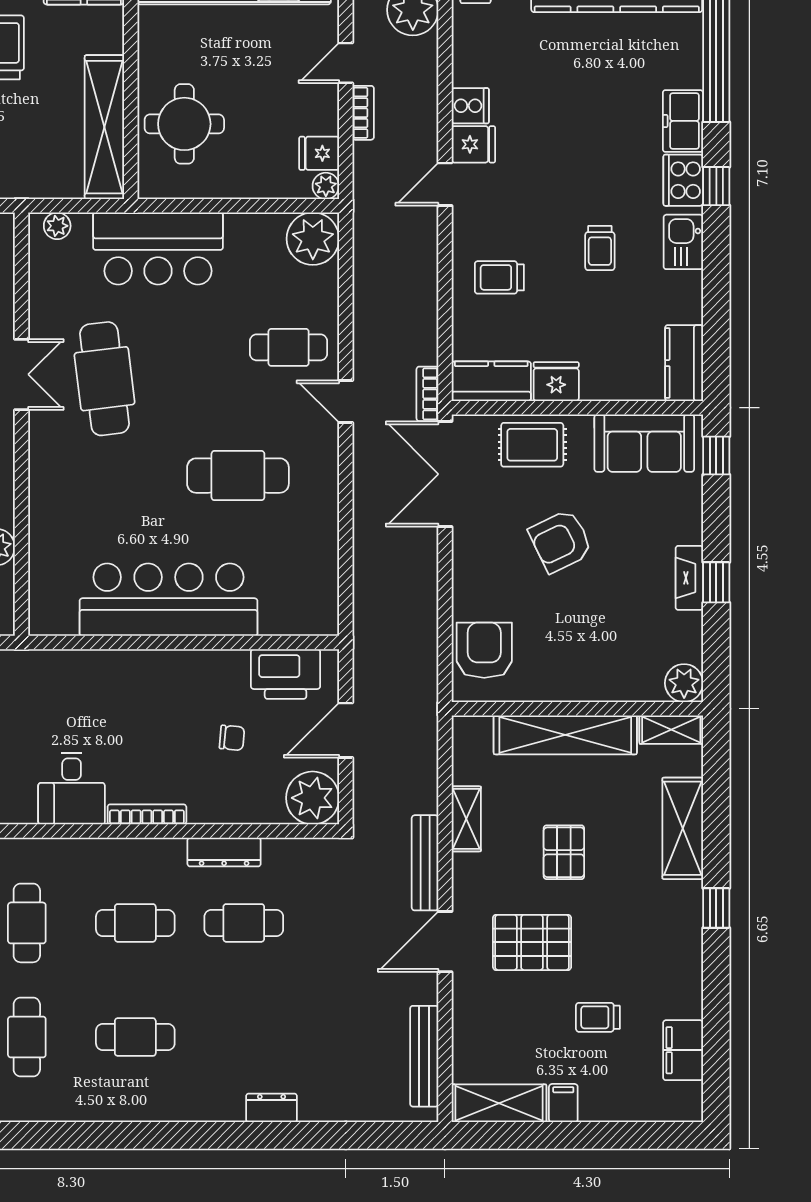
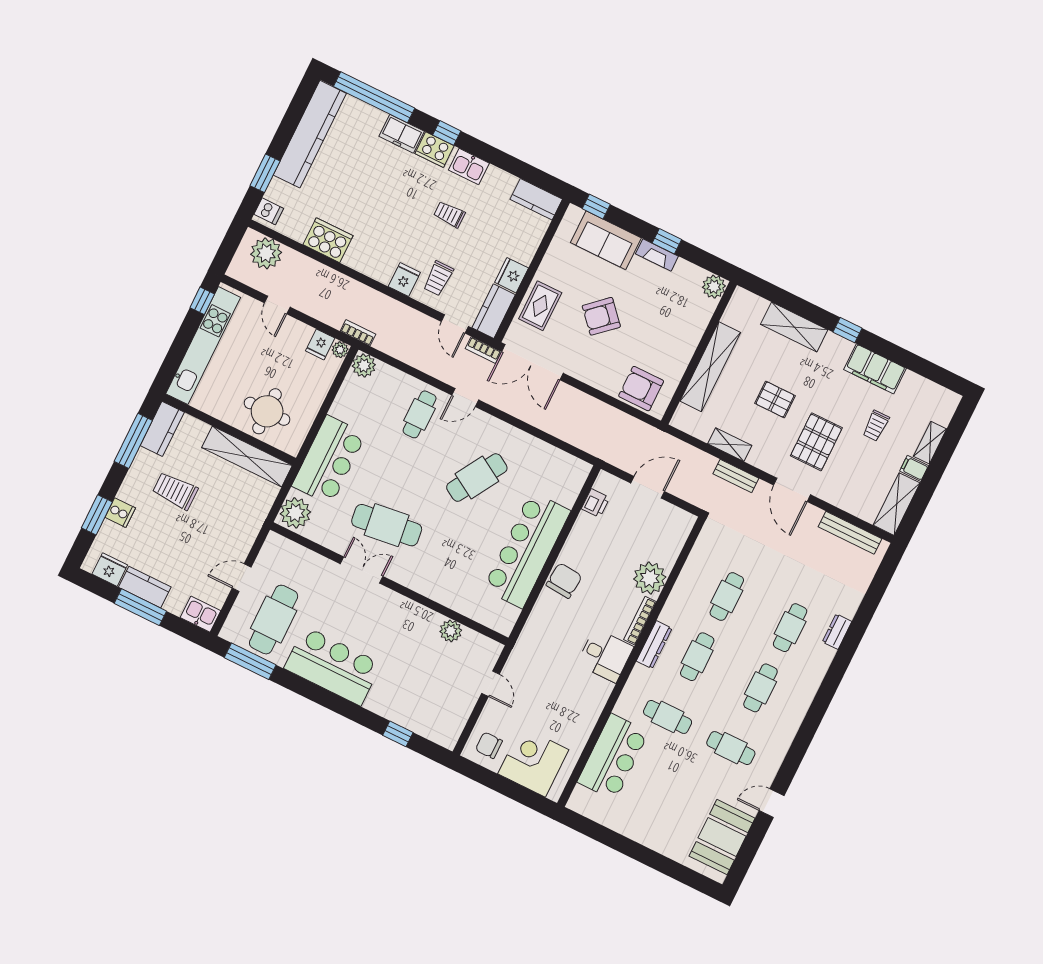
cooker: (470, 106) -> (328, 240), width x1.87, depth x1.31
bookcase: (363, 113) -> (358, 333), moved
fridge: (473, 144) -> (404, 280), moved
door: (445, 184) -> (455, 324), moved
plant: (57, 226) -> (295, 513), width x1.87, depth x1.87
plant: (313, 239) -> (364, 365), width x0.73, depth x0.73
trolley: (600, 248) -> (449, 214), turned 180
sofa: (644, 443) -> (606, 240), moved, turned 90
cafe table: (238, 476) -> (477, 478), turned 31
armchair: (561, 541) -> (601, 316), turned 74
printer: (286, 674) -> (596, 503), width x0.53, depth x0.68
door: (346, 730) -> (648, 487), swing flipped
shelving: (671, 730) -> (930, 443), moved
chair: (232, 738) -> (564, 581), moved, width x1.87, depth x1.87
plant: (313, 798) -> (650, 578), moved
dresser: (224, 852) -> (654, 645), moved
bench: (425, 863) -> (736, 476), width x0.73
cafe table: (244, 1037) -> (790, 628), added
filing cabinet: (683, 1050) -> (875, 369), moved, width x1.50, depth x1.17

